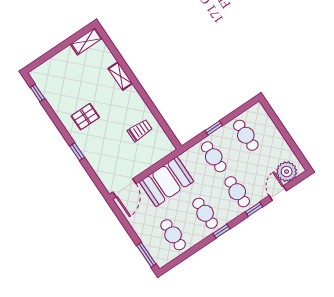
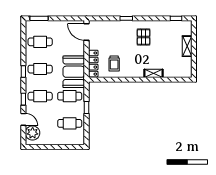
shelving: (86, 41) -> (187, 46), moved
locker: (157, 155) -> (93, 64), added
booth: (166, 182) -> (74, 72), moved

